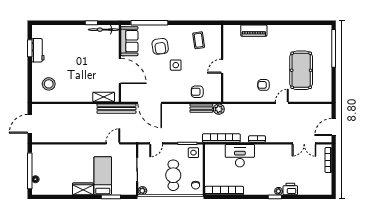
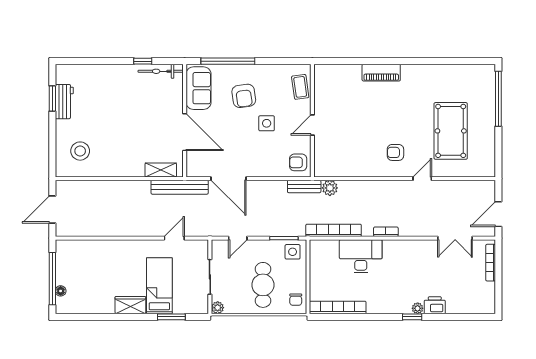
wall: (222, 63) -> (312, 121), moved
door: (222, 66) -> (312, 125), moved

